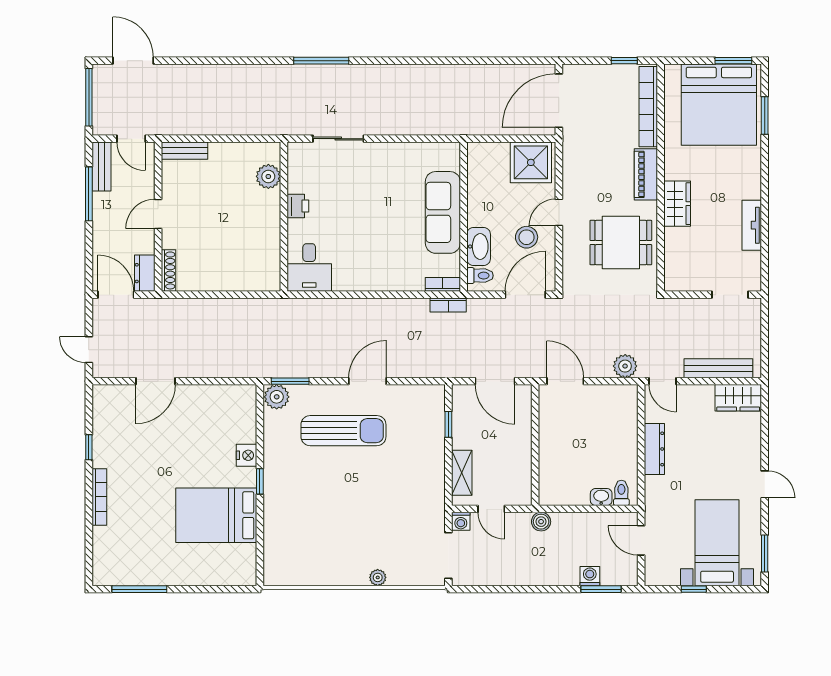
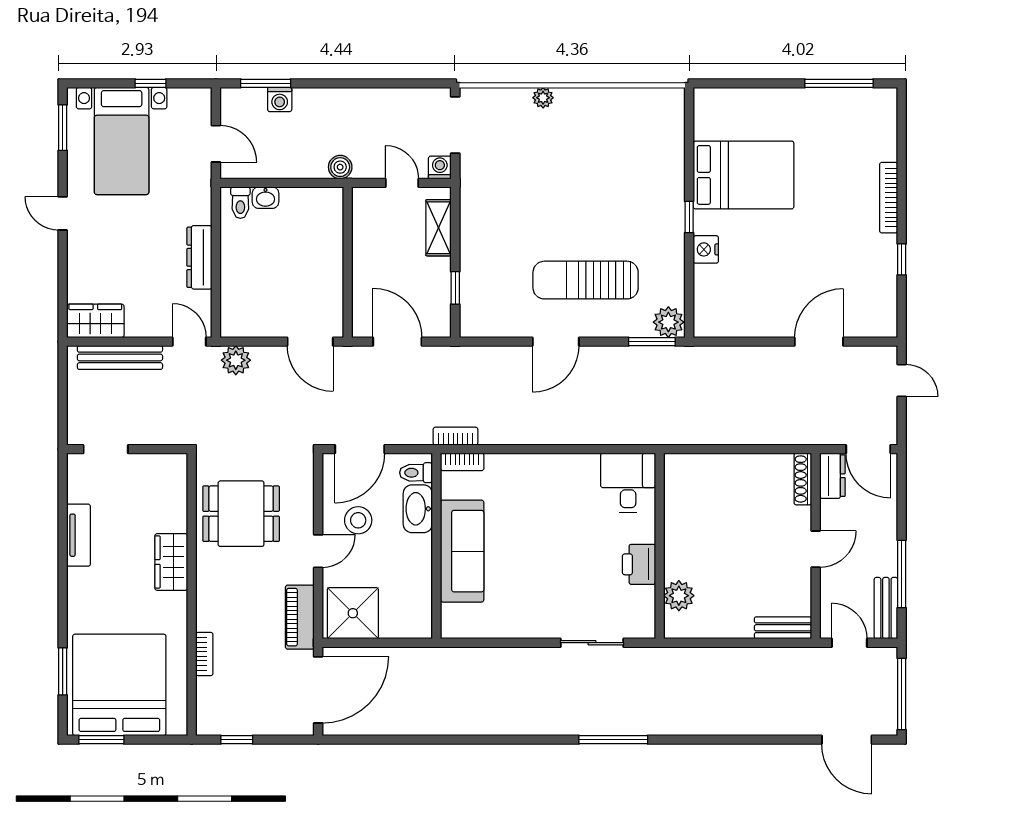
bookcase: (648, 107) -> (204, 654), width x0.43, depth x0.76
piano: (646, 174) -> (300, 617), moved, turned 180
printer: (298, 206) -> (639, 564), width x1.36, depth x1.24

